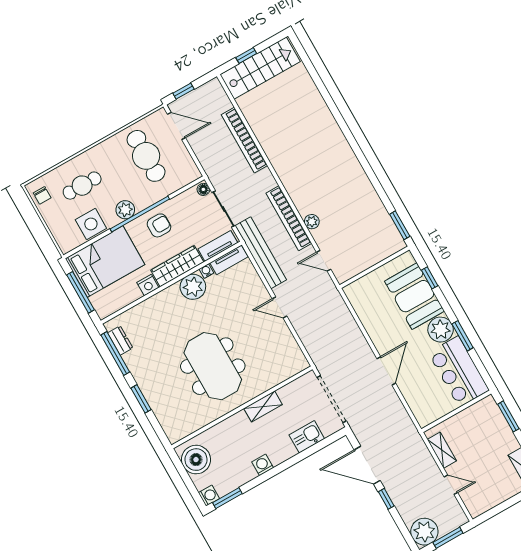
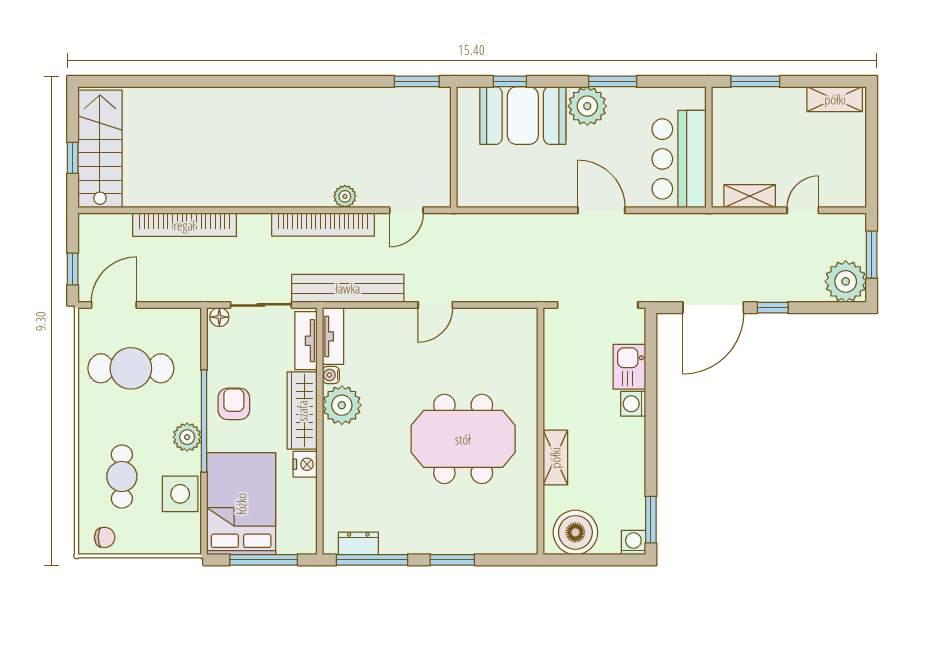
bar counter: (459, 372) -> (679, 159), moved, turned 90
shelving: (263, 407) -> (555, 458), moved
washing machine: (263, 465) -> (633, 404), moved

